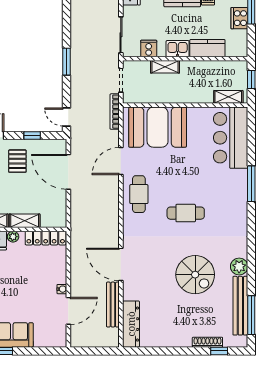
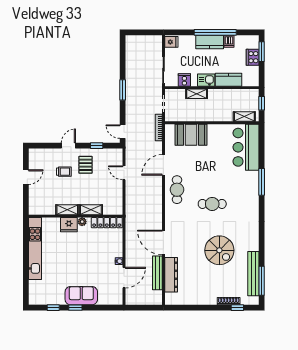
booth: (158, 127) -> (191, 135), width x0.73, depth x0.70
door: (68, 172) -> (124, 173), width x0.53
plant: (239, 266) -> (252, 244), removed
dresser: (131, 324) -> (171, 275), moved

